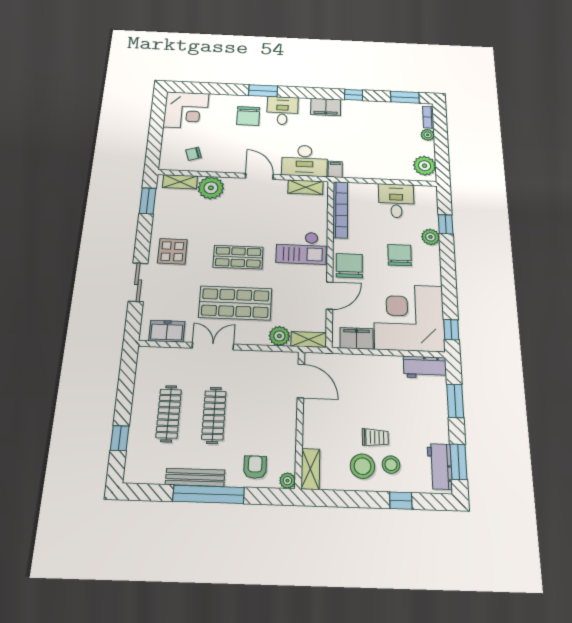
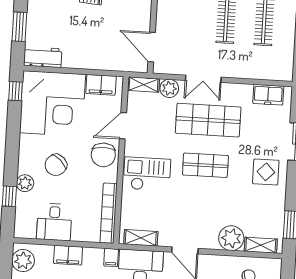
filing cabinet: (379, 171) -> (68, 255), added
chair: (400, 255) -> (56, 165), turned 43
double door: (213, 346) -> (203, 79), moved

